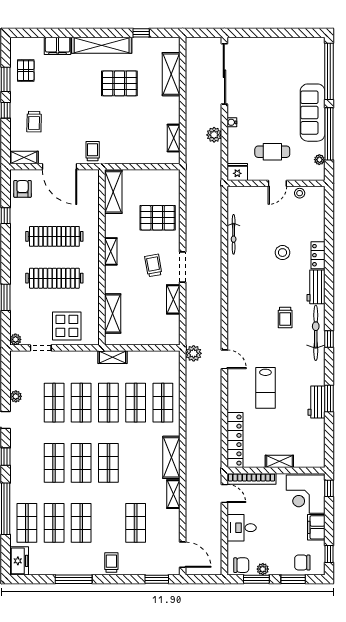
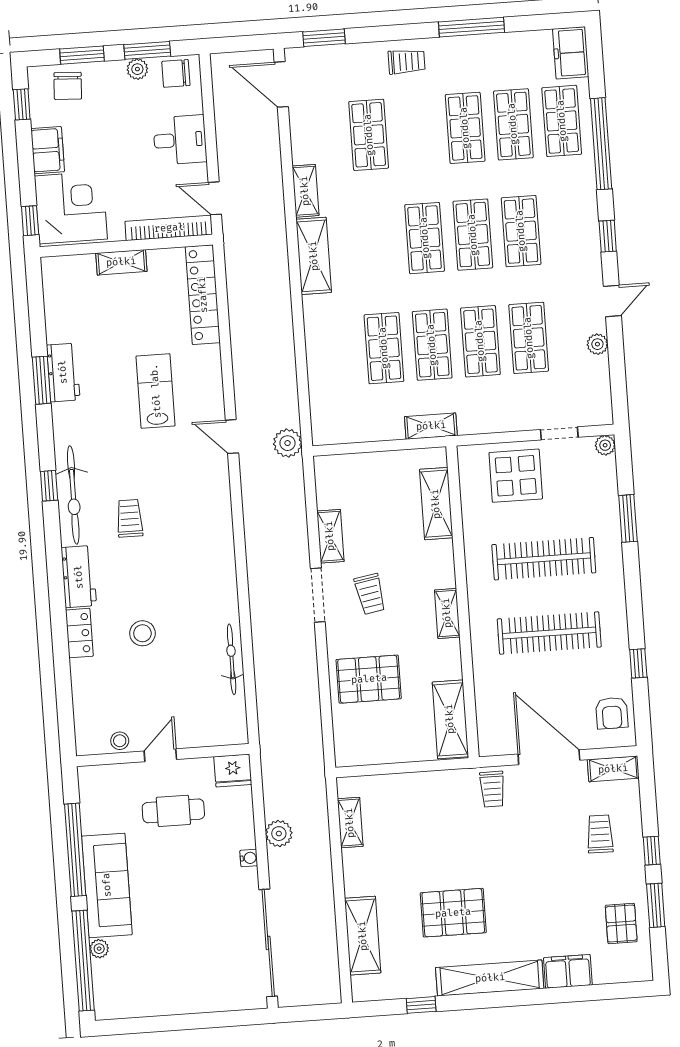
plant: (319, 160) -> (99, 949), moved
shop shelf: (163, 403) -> (336, 352), removed
trolley: (111, 562) -> (407, 62), turned -90
chair: (302, 563) -> (68, 86), turned 93

